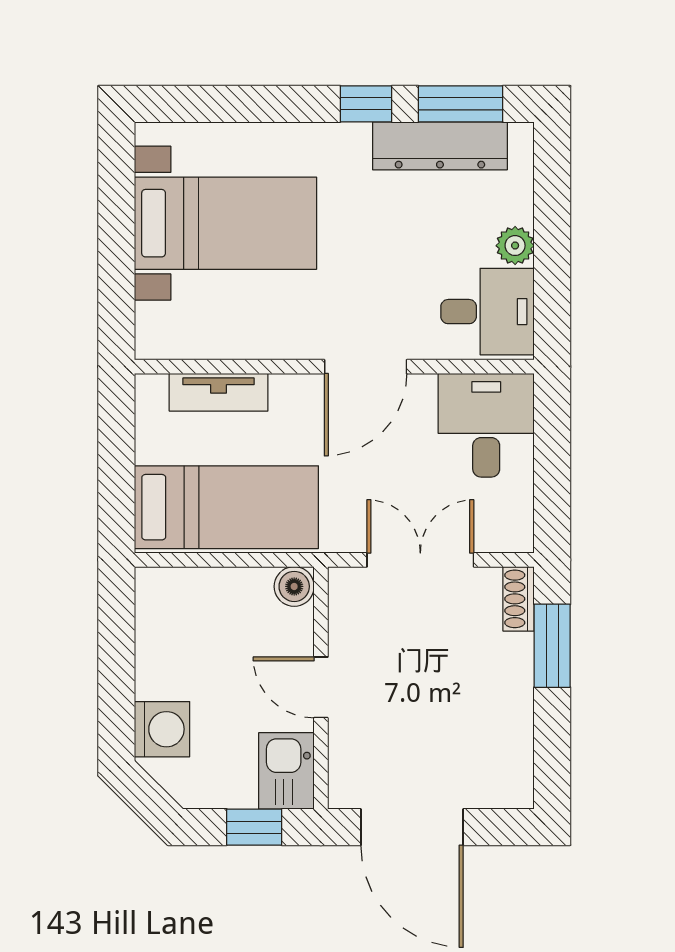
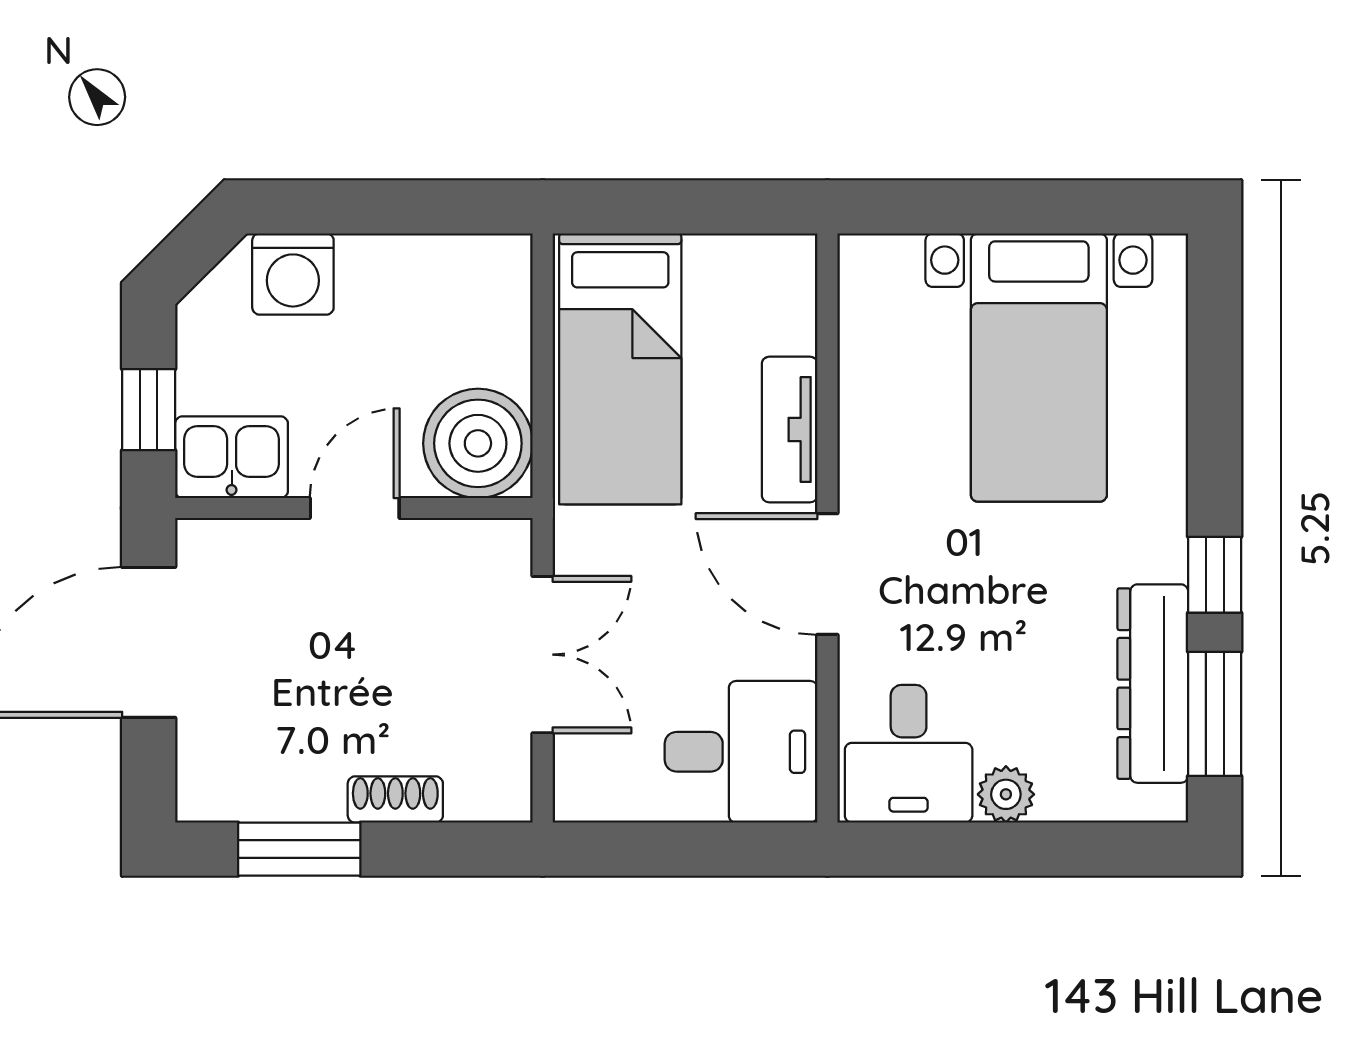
tv unit: (219, 392) -> (790, 430), moved
boiler: (294, 586) -> (478, 443), width x1.86, depth x1.86
shoe rack: (519, 599) -> (395, 799), moved
window: (552, 646) -> (299, 849), moved

